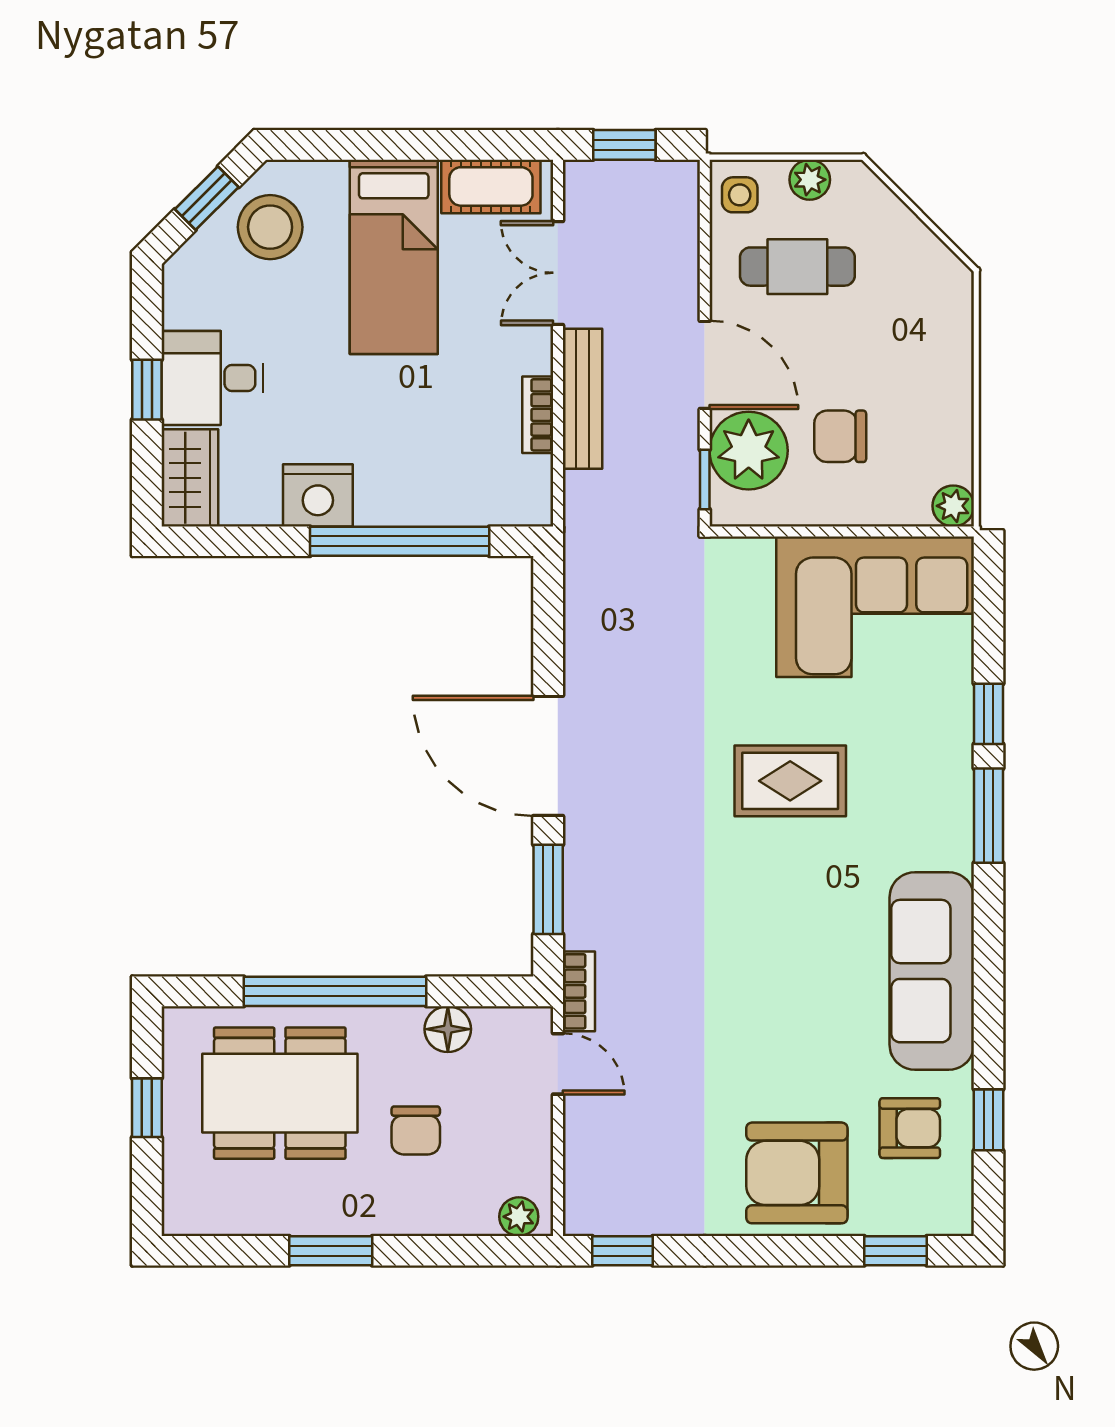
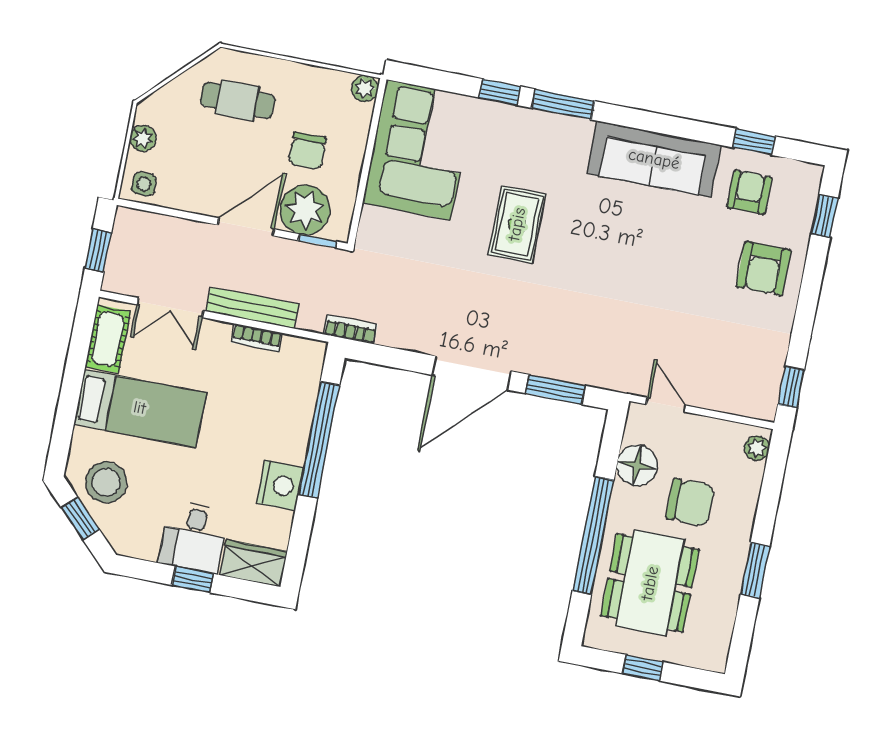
cafe table: (797, 267) -> (237, 100), moved, turned 90
bookcase: (579, 991) -> (351, 329), moved
floor lamp: (448, 1029) -> (637, 465), width x1.38, depth x1.38
door: (558, 1064) -> (666, 405), hinge flipped
chair: (416, 1130) -> (690, 502), width x1.37, depth x1.37
armchair: (797, 1173) -> (764, 268), width x0.73, depth x0.73

